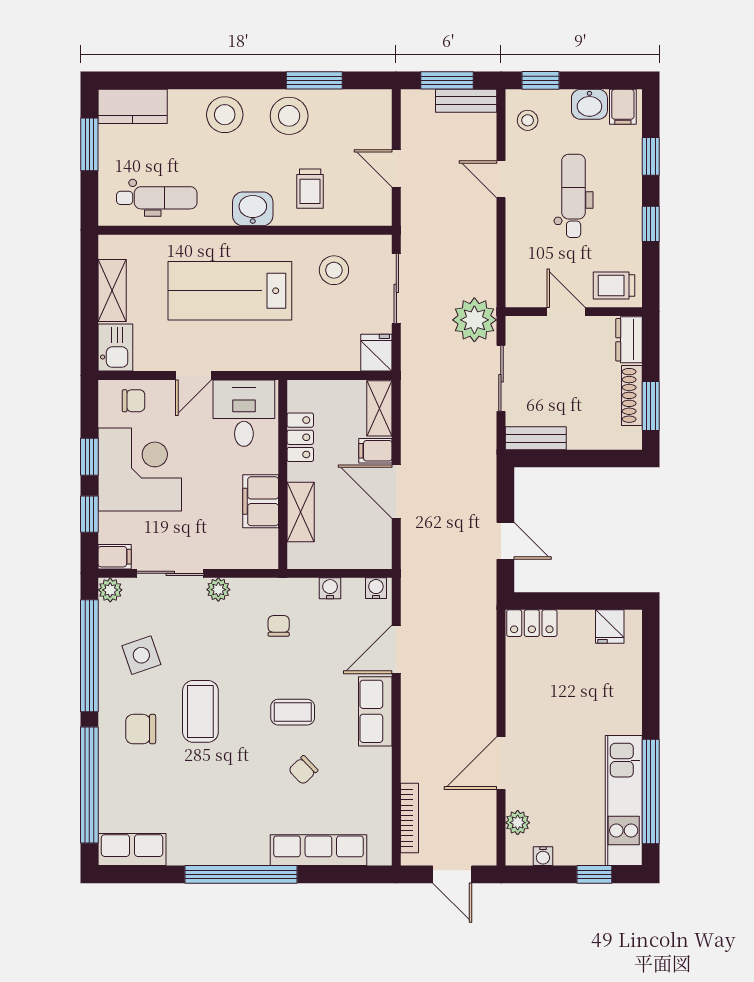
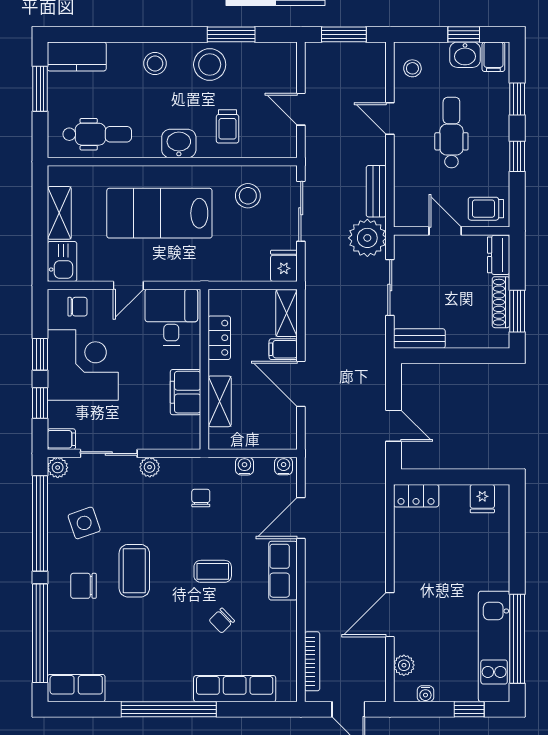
window: (541, 80) -> (464, 34), moved
bench: (466, 101) -> (376, 191), moved, turned 90
stool: (225, 115) -> (155, 63), width x0.73, depth x0.73

